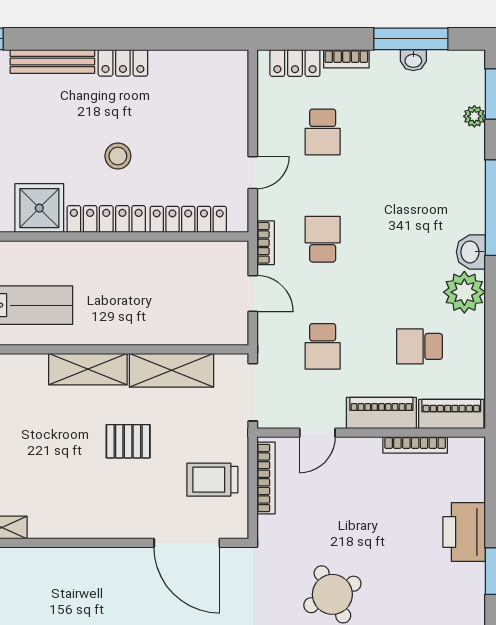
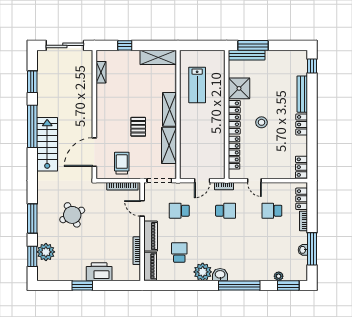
locker: (222, 63) -> (301, 167), added

